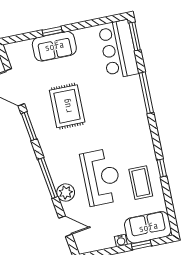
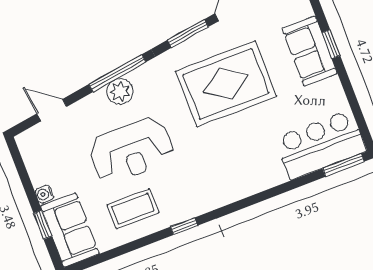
window: (146, 93) -> (264, 195), removed
rug: (67, 106) -> (226, 84), width x1.37, depth x1.44
window: (162, 168) -> (184, 226), moved
plant: (66, 193) -> (120, 92), moved
door: (65, 226) -> (52, 110), swing flipped

